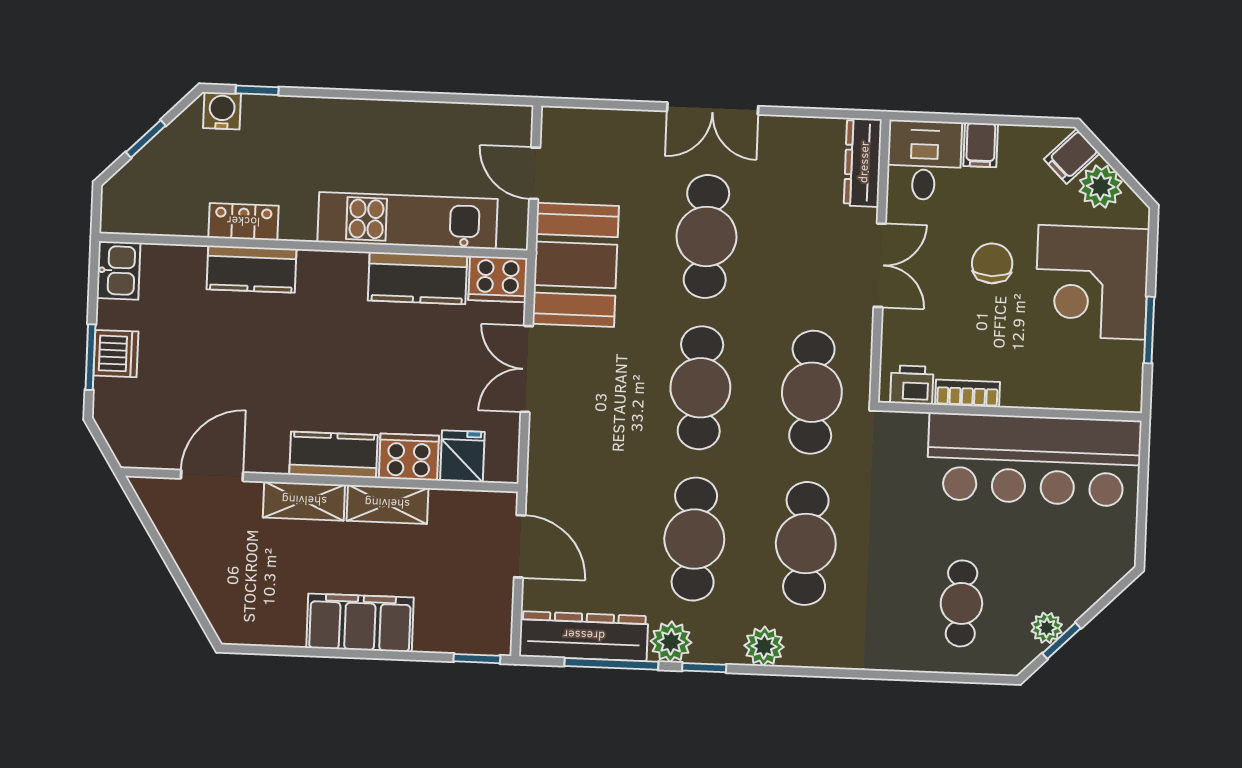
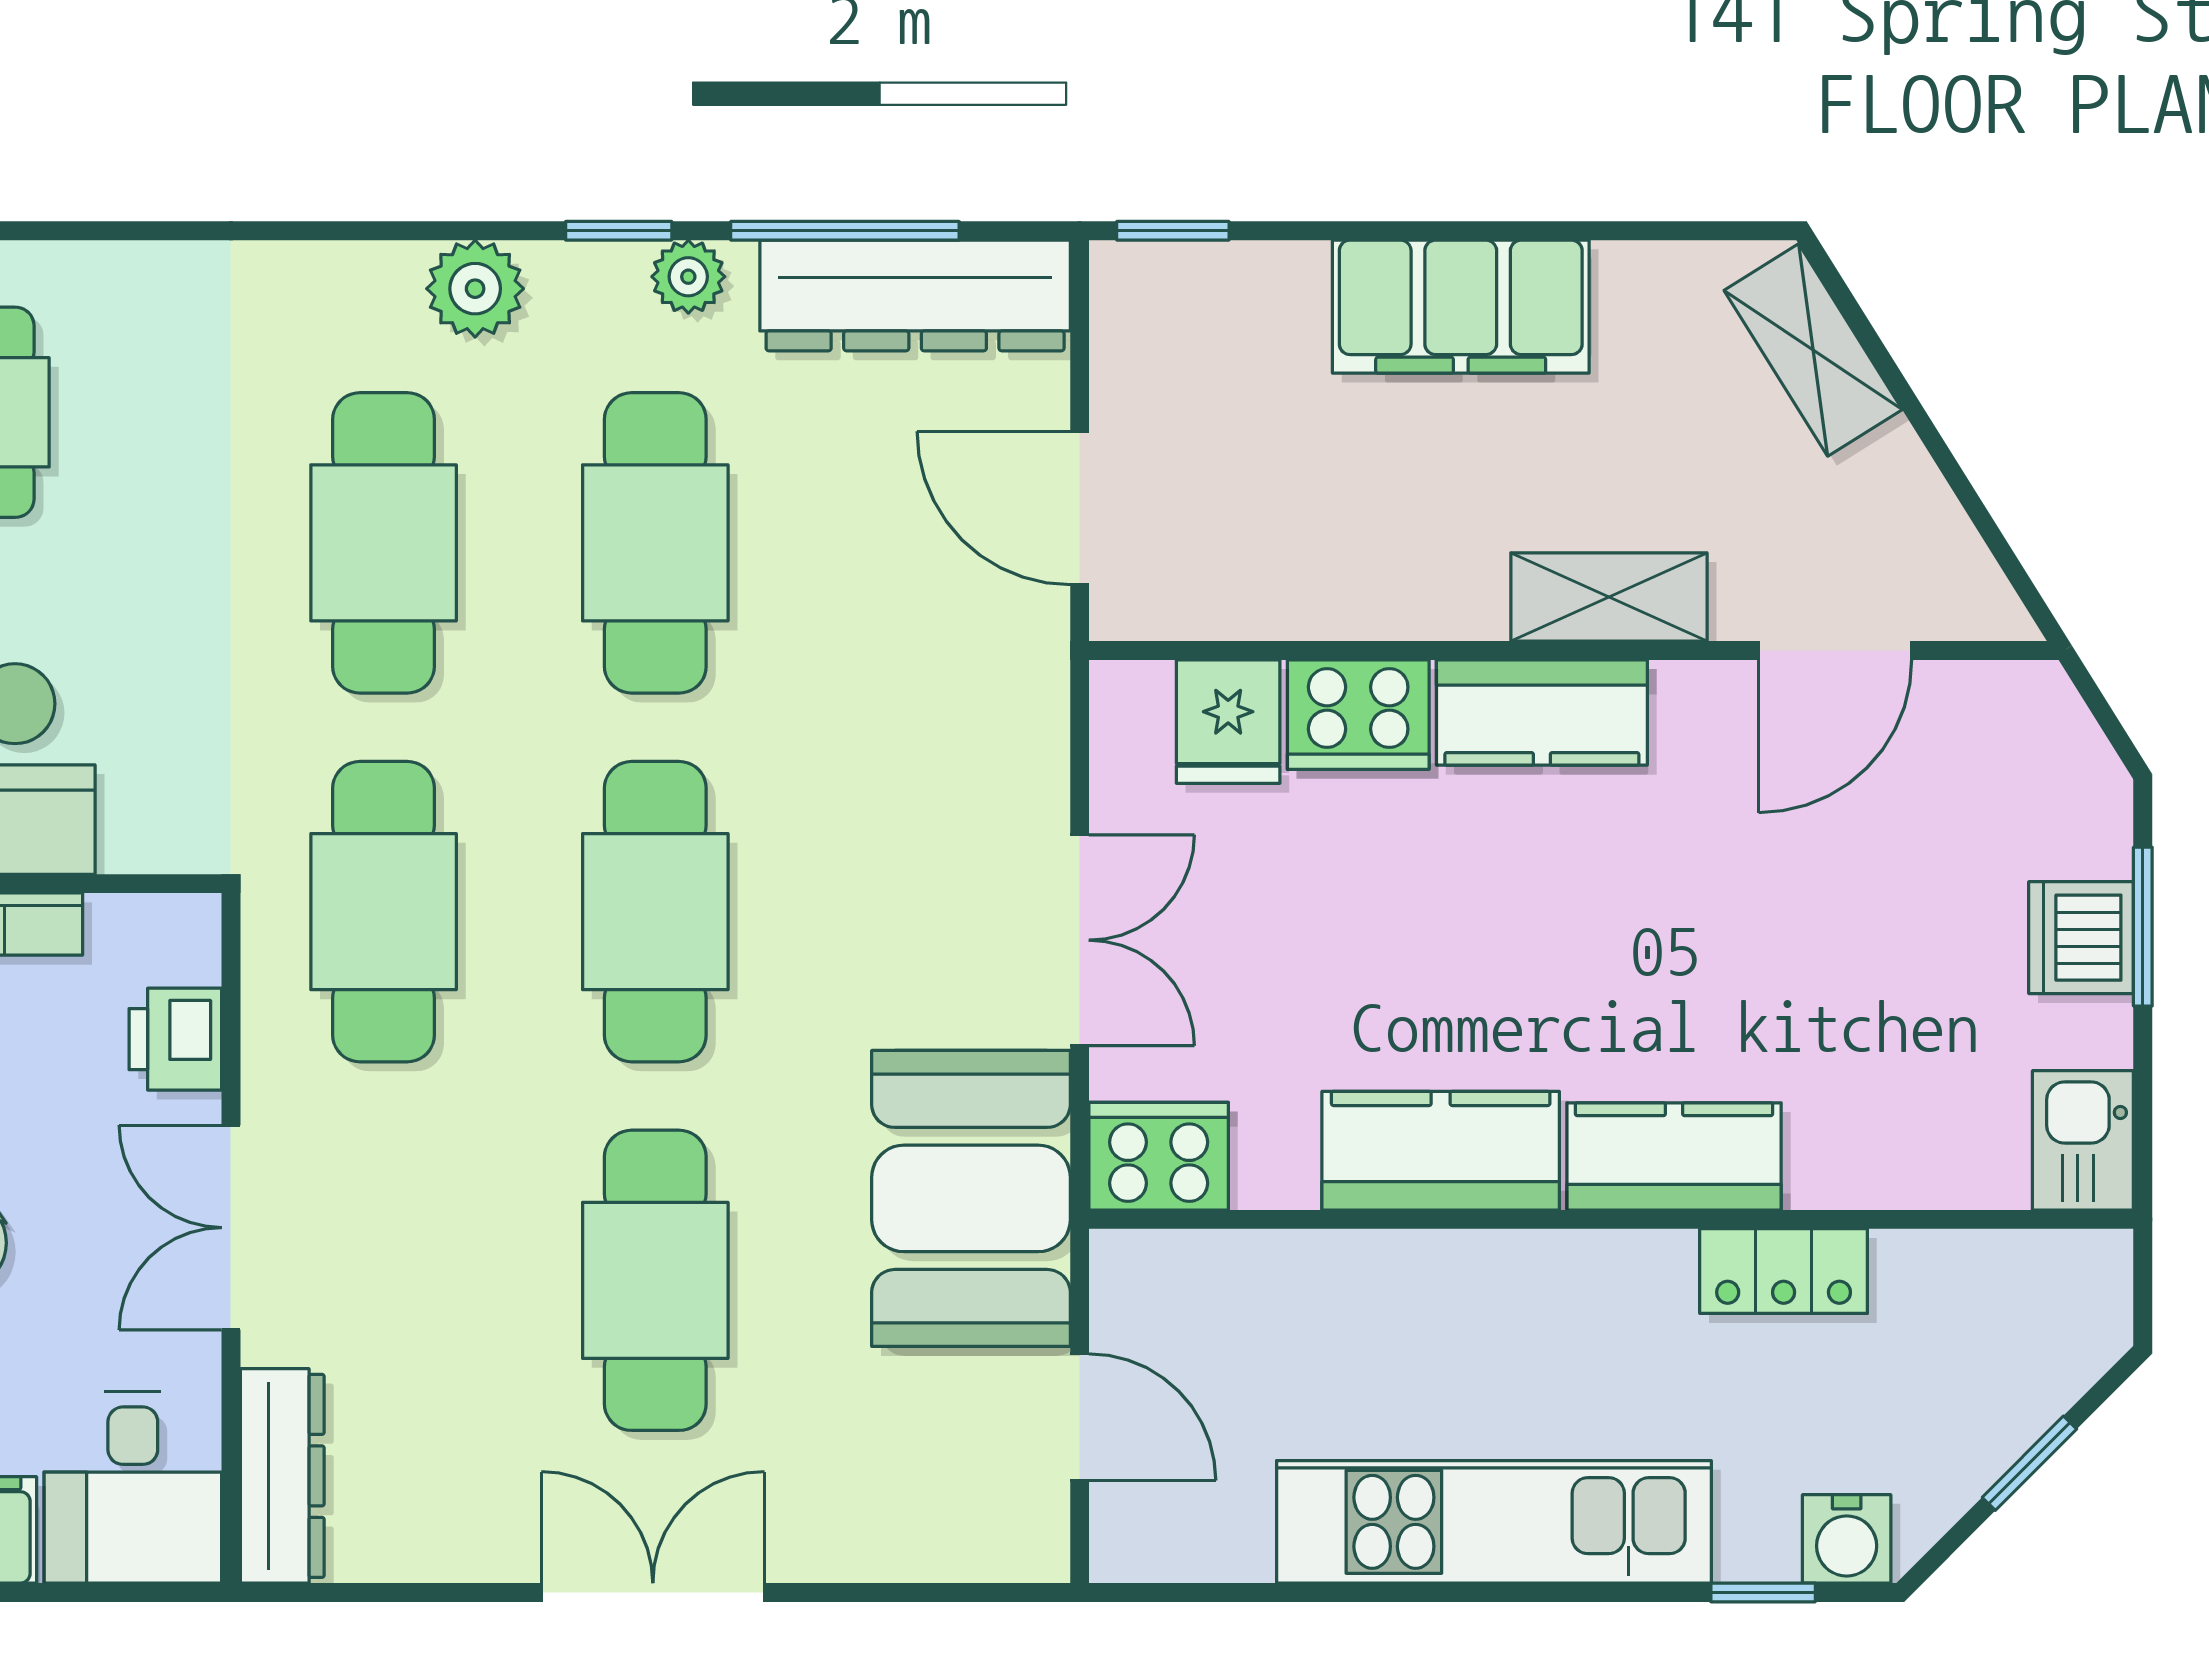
kitchen unit: (408, 221) -> (1494, 1522), moved, turned 180
kitchen counter: (252, 269) -> (1674, 1156), moved
kitchen counter: (417, 278) -> (1441, 1151), moved
printer: (912, 385) -> (175, 1039), moved, turned 90
shelving: (387, 504) -> (1813, 350), moved, turned 58
plant: (671, 642) -> (688, 277), width x0.73, depth x0.73

